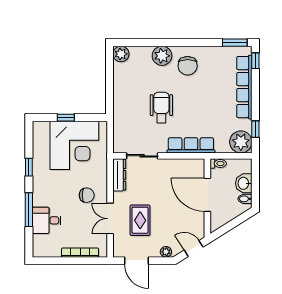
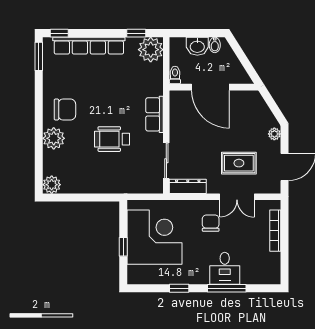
row of seats: (191, 145) -> (155, 114), width x0.68
door: (207, 195) -> (210, 87), hinge flipped
desk: (47, 220) -> (225, 268), moved
door: (194, 249) -> (271, 103), removed

